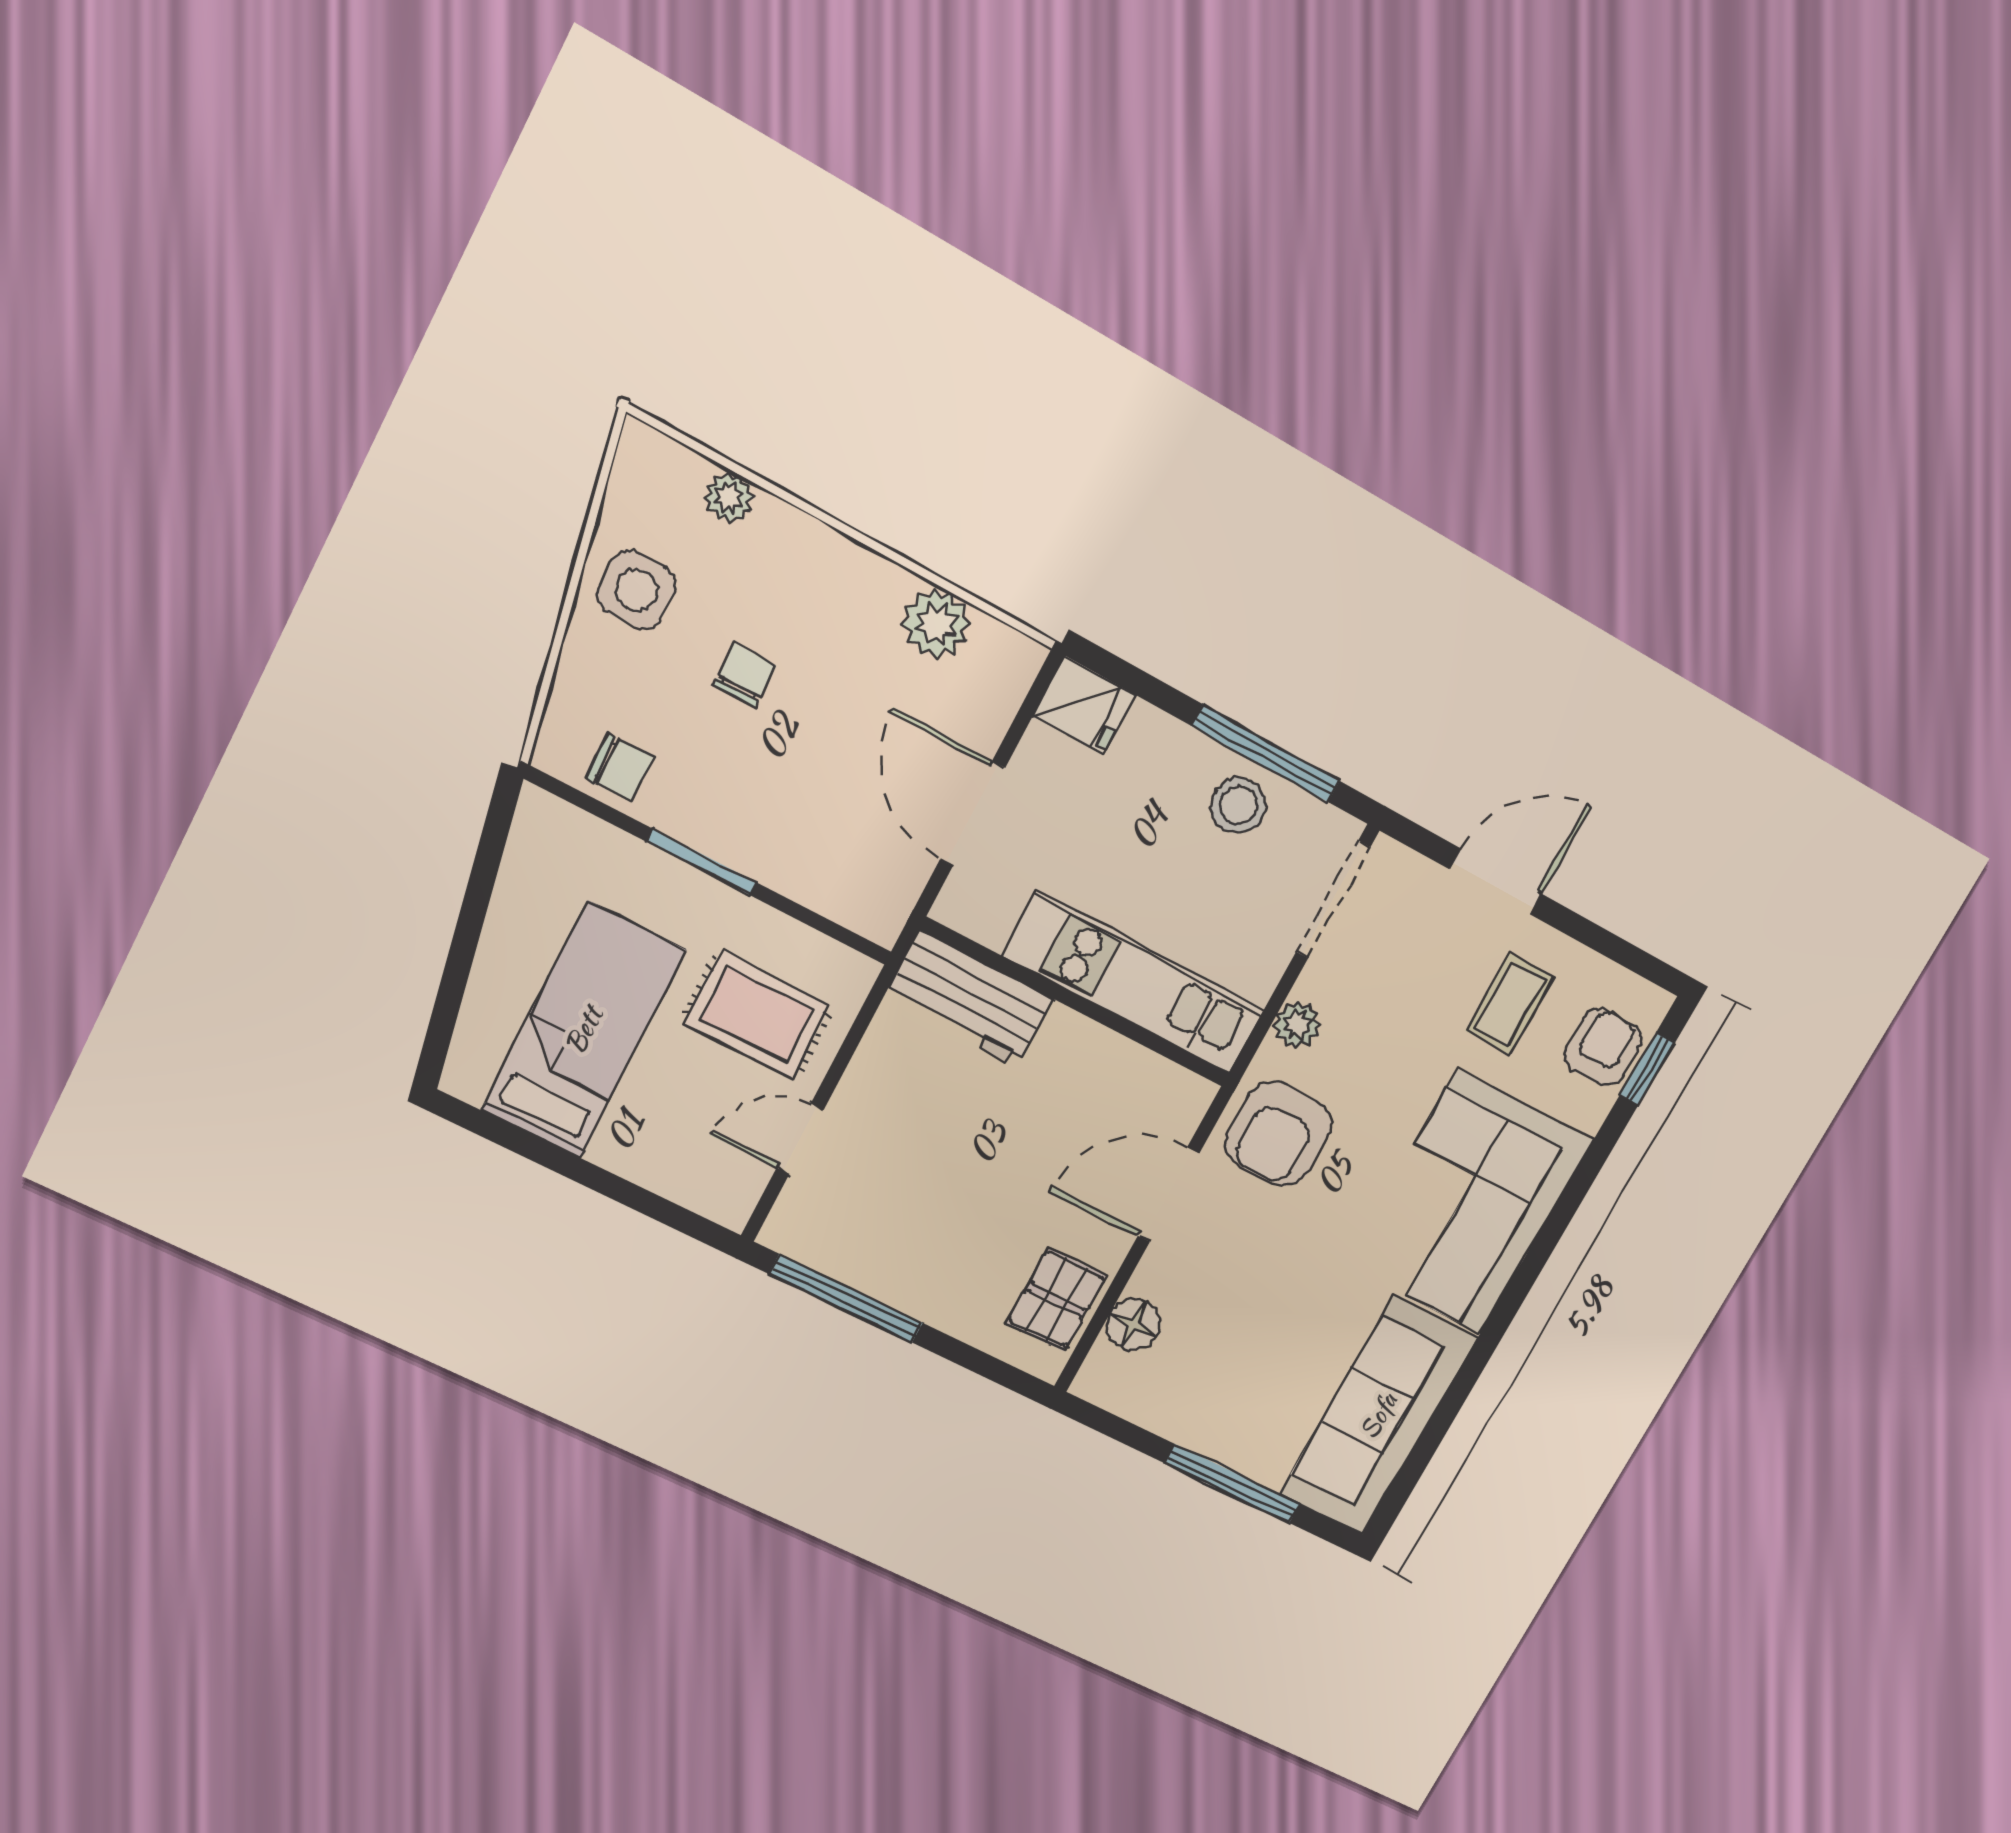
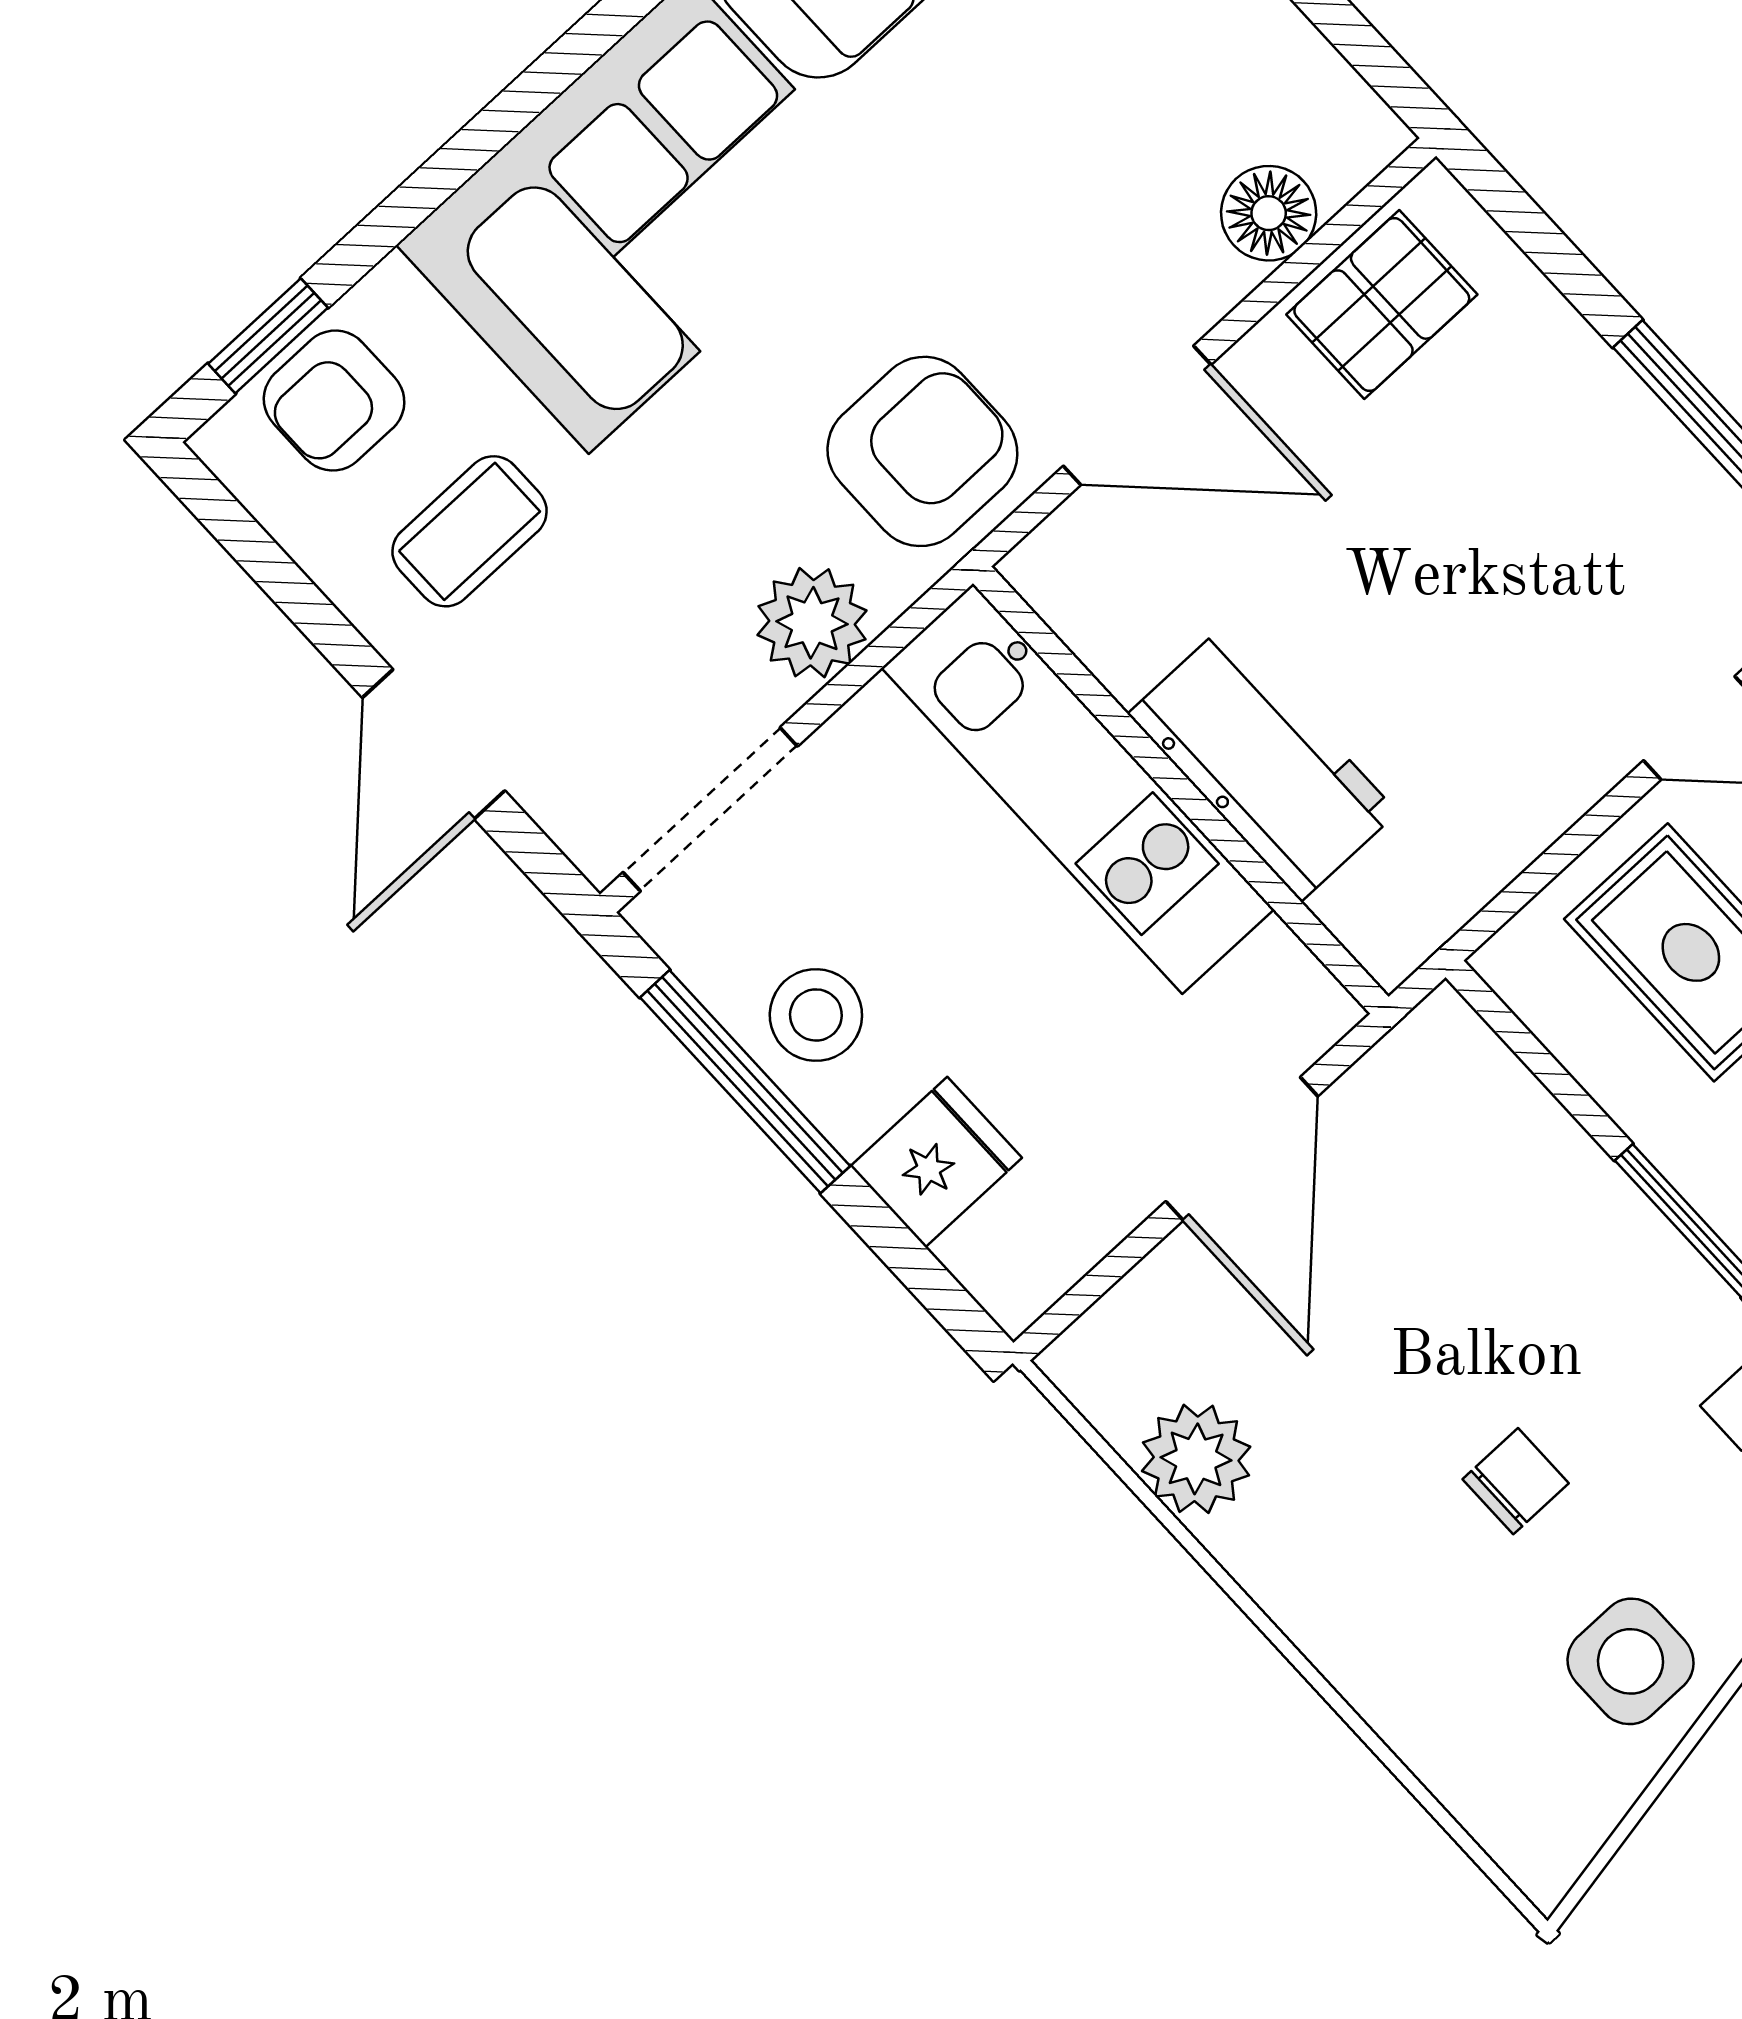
plant: (729, 497) -> (1442, 1749), removed
chair: (745, 675) -> (1516, 1481), turned 180
fridge: (1084, 705) -> (936, 1162), moved, turned 90
door: (1496, 882) -> (434, 744), hinge flipped
workbench: (969, 999) -> (1262, 763), moved
plant: (1297, 1025) -> (812, 623), width x1.38, depth x1.38

